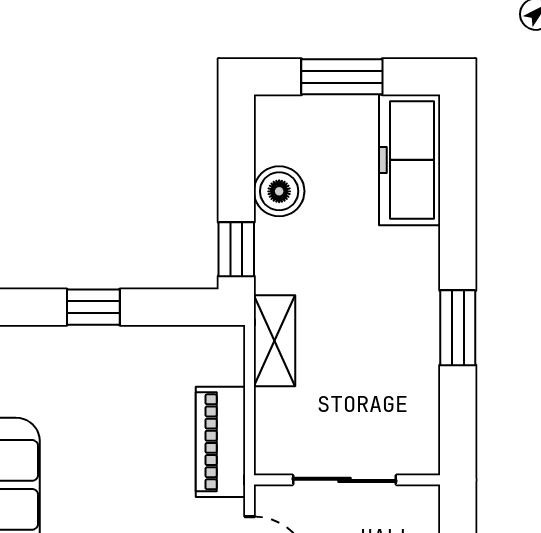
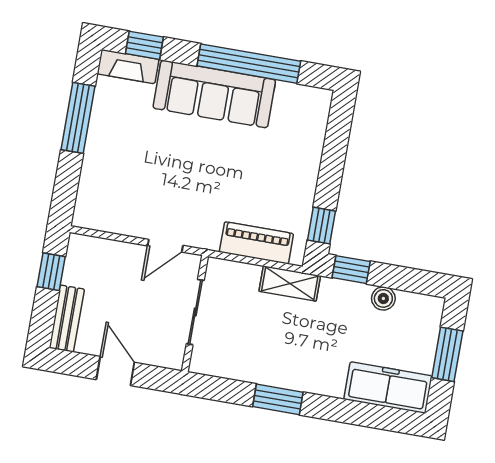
boiler: (279, 191) -> (383, 298), width x0.73, depth x0.73
window: (93, 307) -> (322, 226), moved
piano: (220, 442) -> (256, 243), moved

